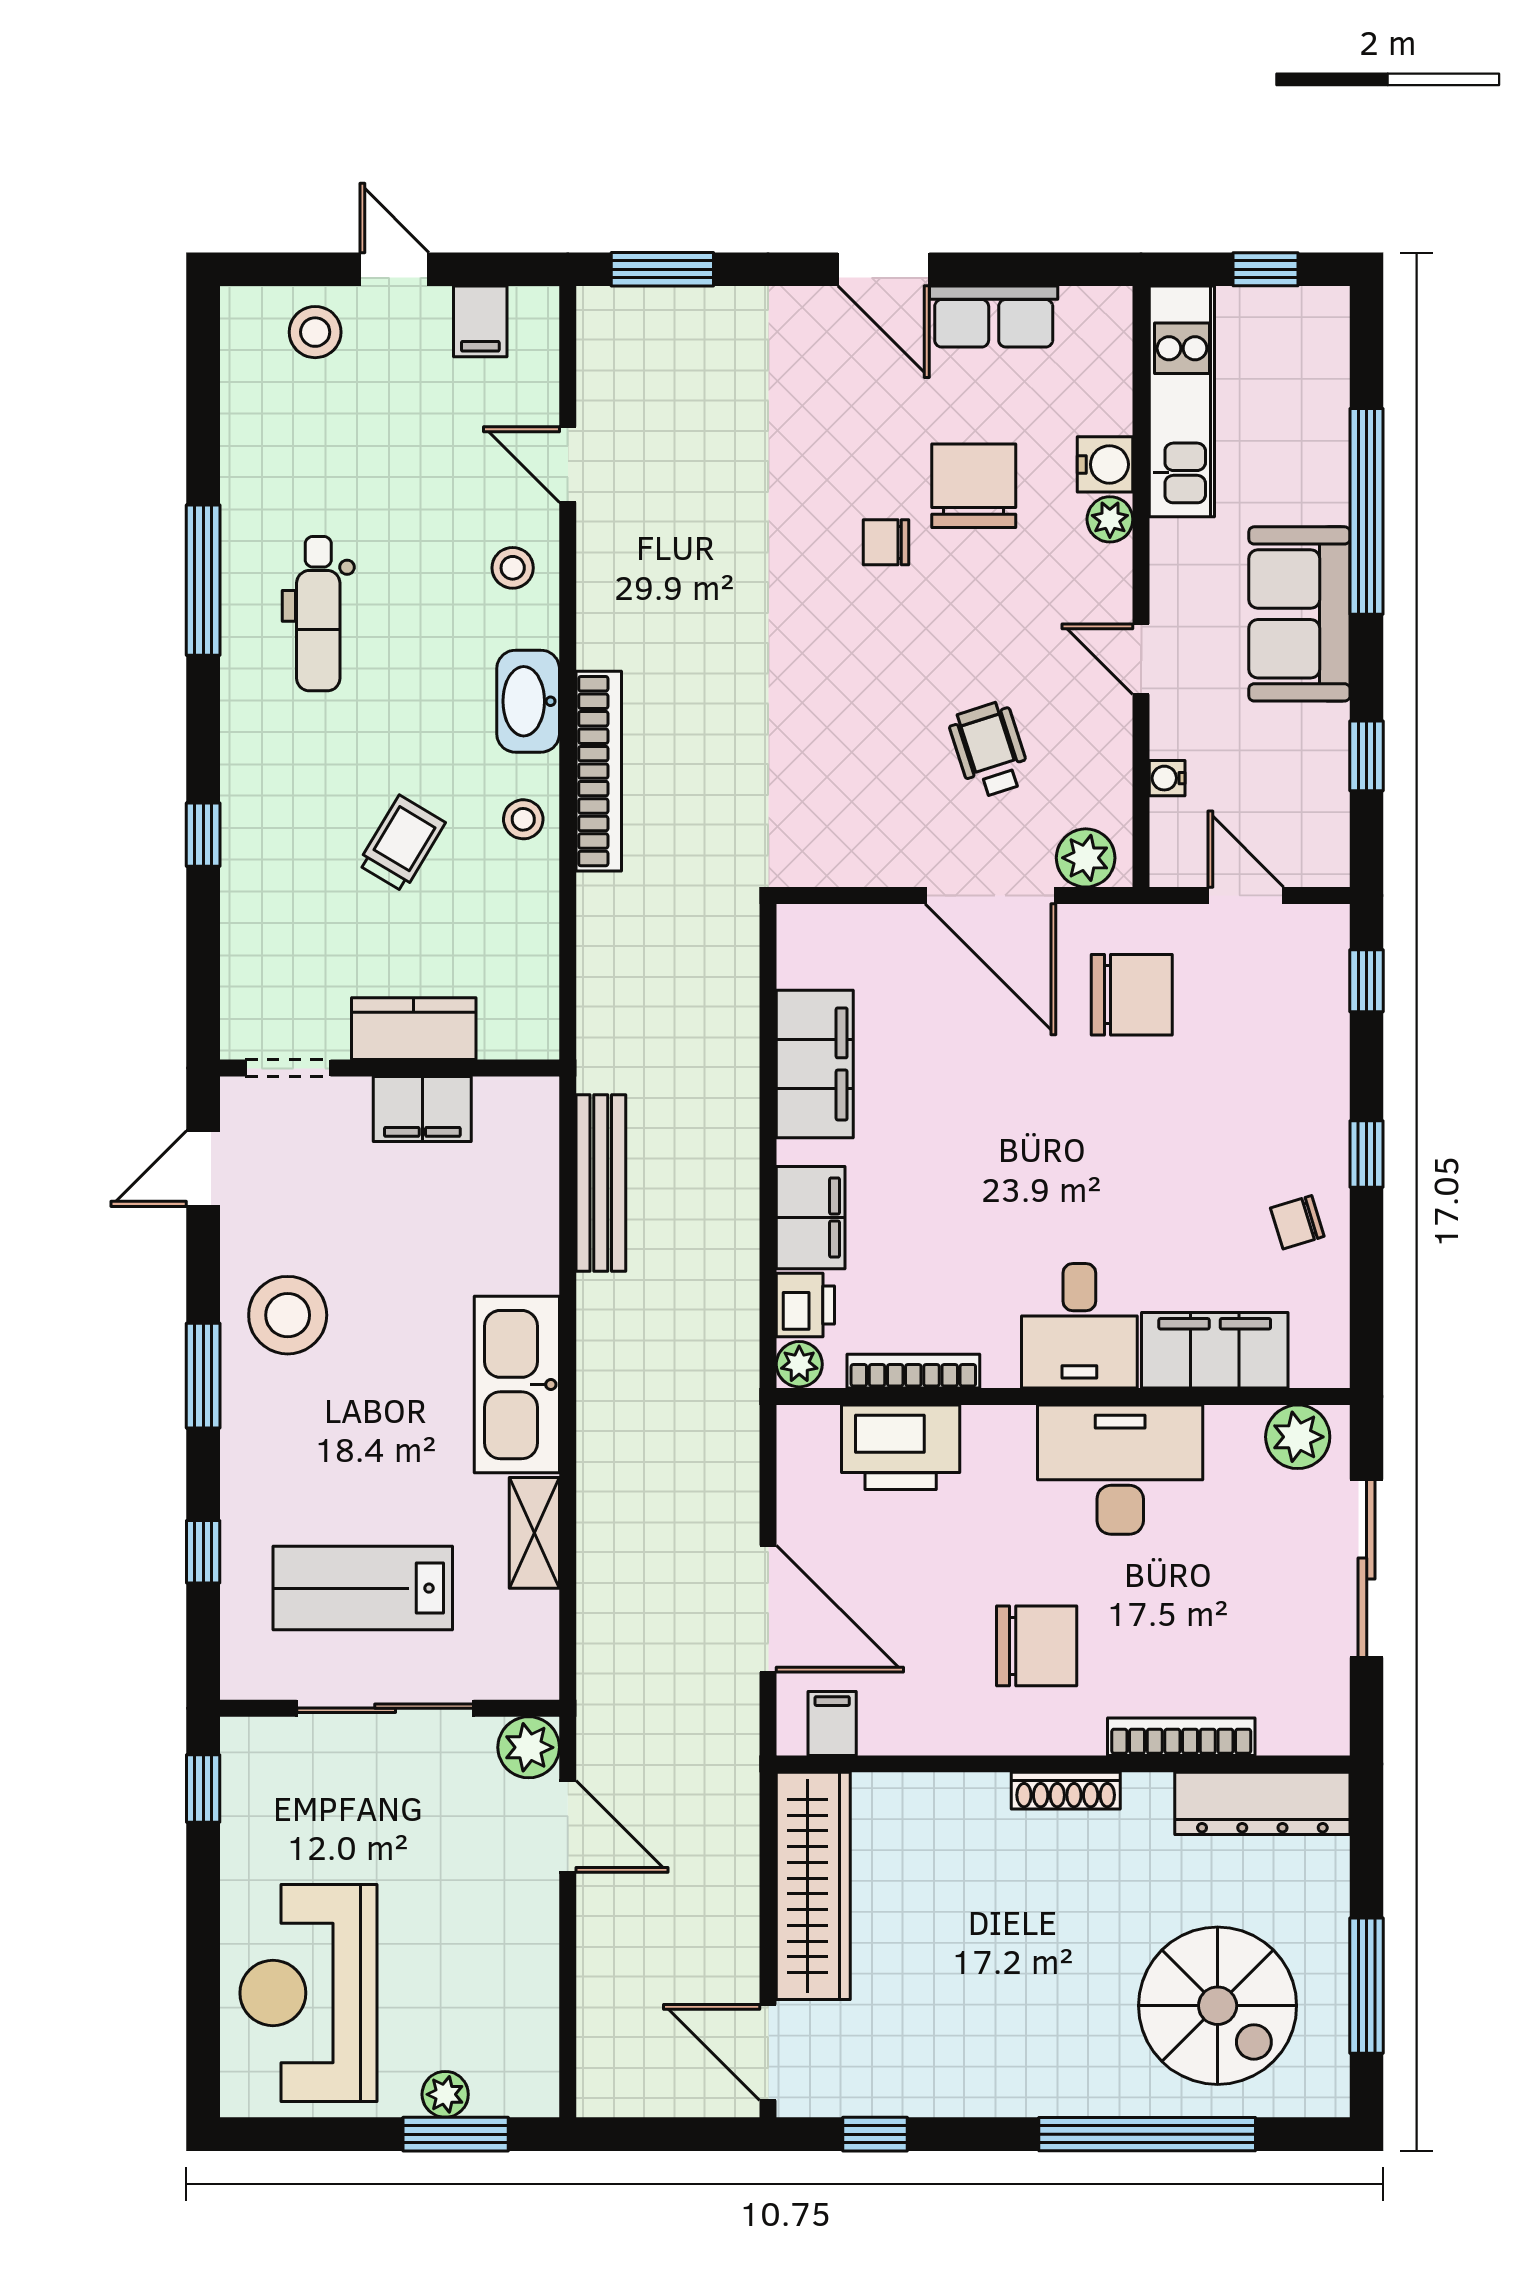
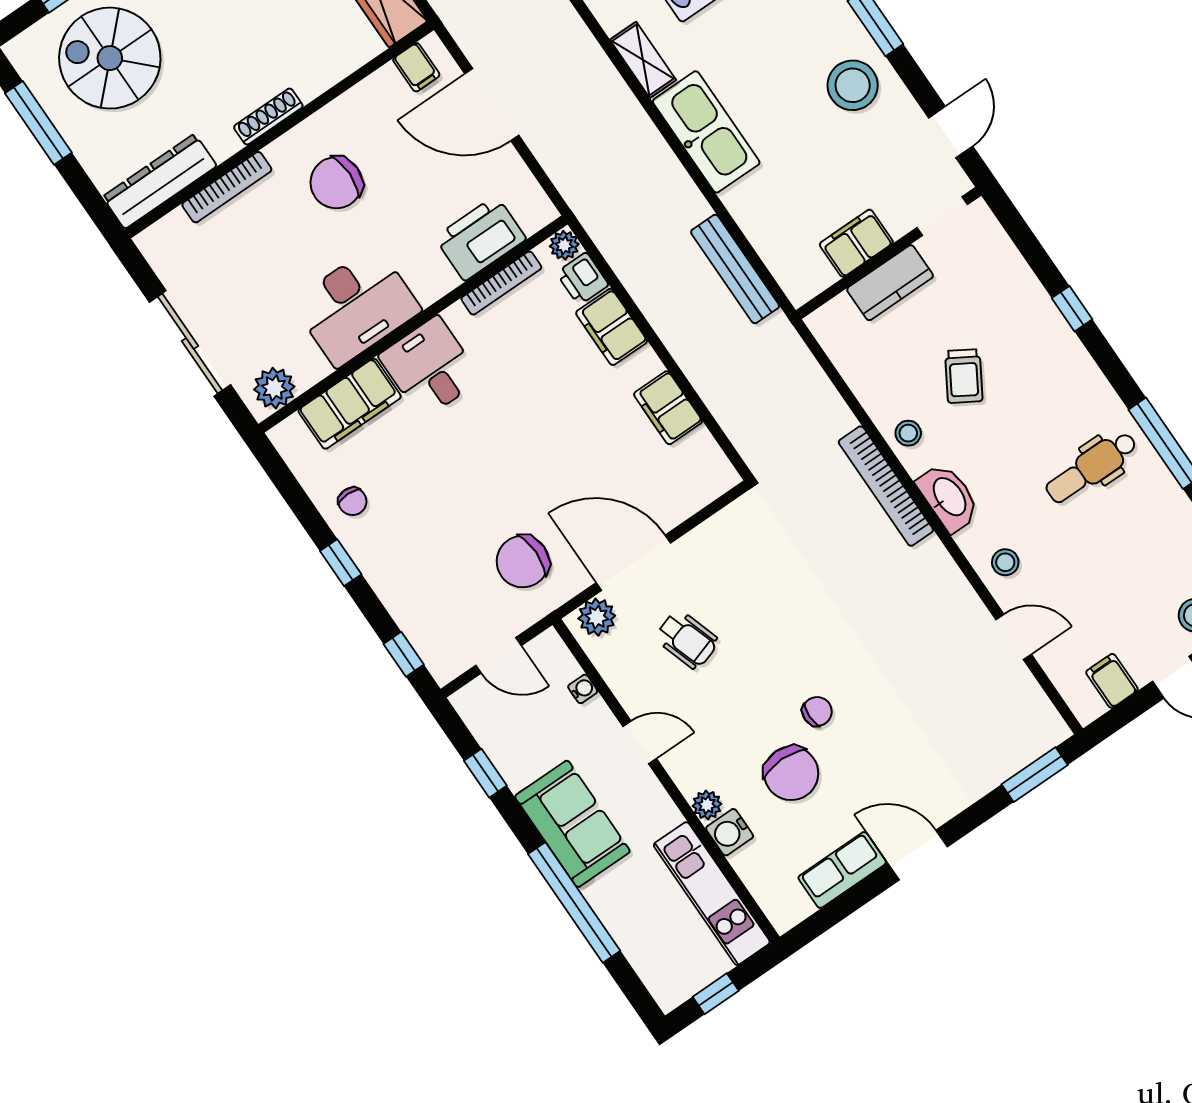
dental chair: (318, 614) -> (1091, 467), turned -90
filing cabinet: (815, 1064) -> (668, 408), width x0.67, depth x0.86
chair: (1297, 1222) -> (352, 501), turned 107

